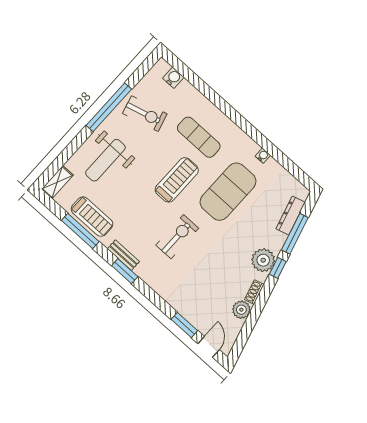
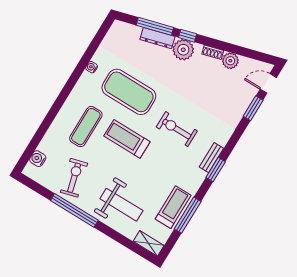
dresser: (291, 216) -> (157, 38), moved
bench: (123, 255) -> (211, 158), moved

